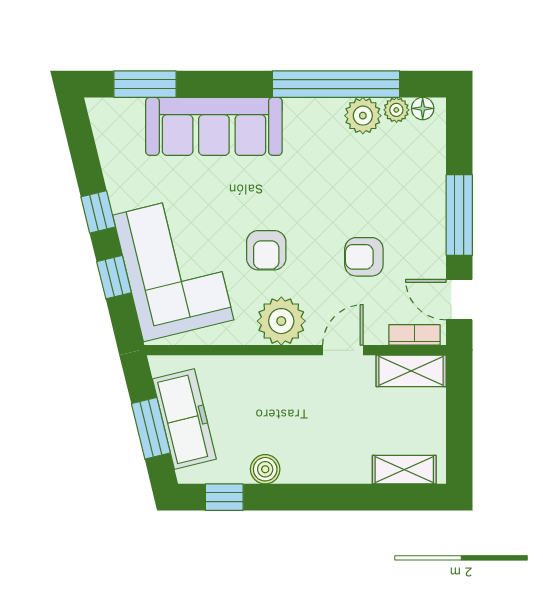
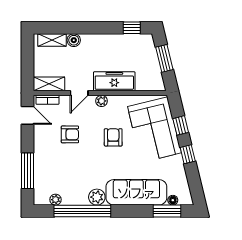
floor lamp: (423, 108) -> (173, 200), moved
plant: (363, 116) -> (97, 197), moved
window: (459, 215) -> (28, 171), moved
plant: (281, 321) -> (102, 101), width x0.53, depth x0.53
freezer: (184, 419) -> (114, 81), moved, turned 104
boiler: (265, 469) -> (74, 40), moved

